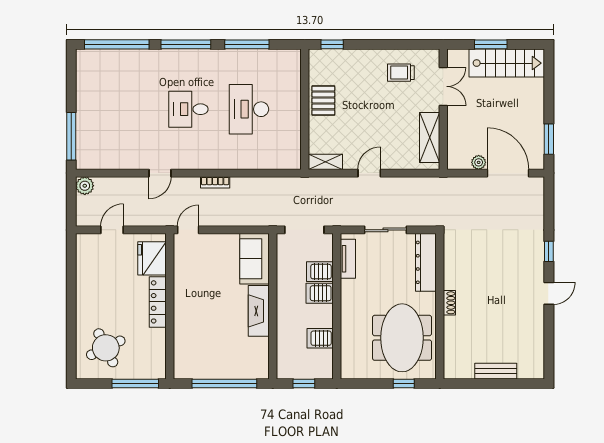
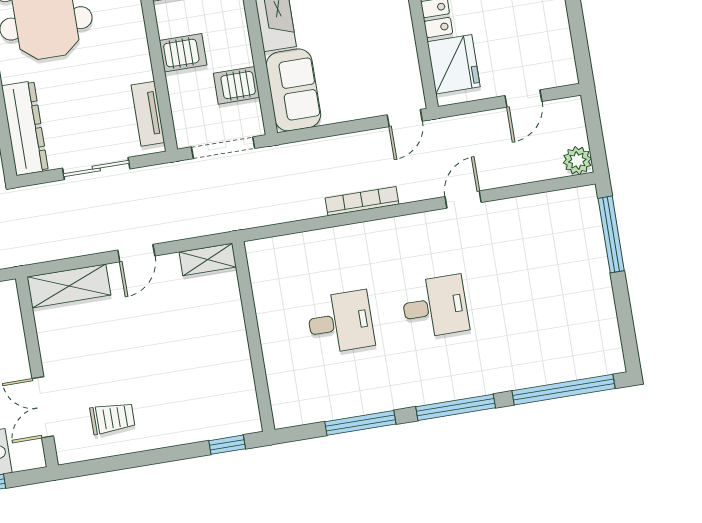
pallet: (323, 100) -> (227, 355), removed
desk: (249, 109) -> (340, 322), width x0.73
shelving: (430, 137) -> (69, 286), moved, turned 90
bookcase: (215, 182) -> (362, 201), width x1.56
server rack: (320, 272) -> (237, 85), moved, turned 180

